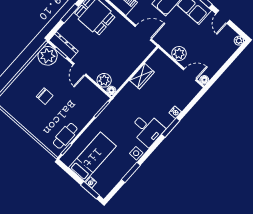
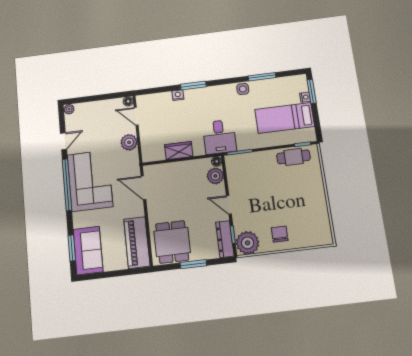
door: (80, 69) -> (229, 205), swing flipped
chair: (45, 96) -> (280, 234), moved
desk: (147, 129) -> (219, 137), moved, turned 180

